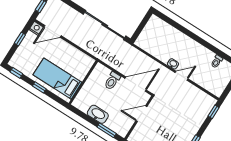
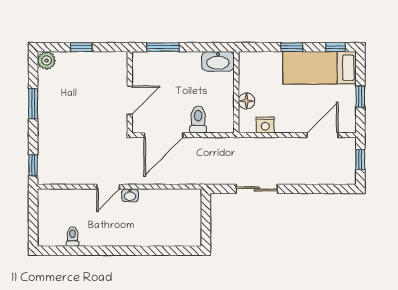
sliding door: (105, 25) -> (257, 189), width x0.54
nightstand: (36, 28) -> (265, 125), moved
floor lamp: (81, 74) -> (246, 101), added
bed: (57, 79) -> (320, 68), moved, turned 180
washbasin: (98, 114) -> (218, 61), moved

